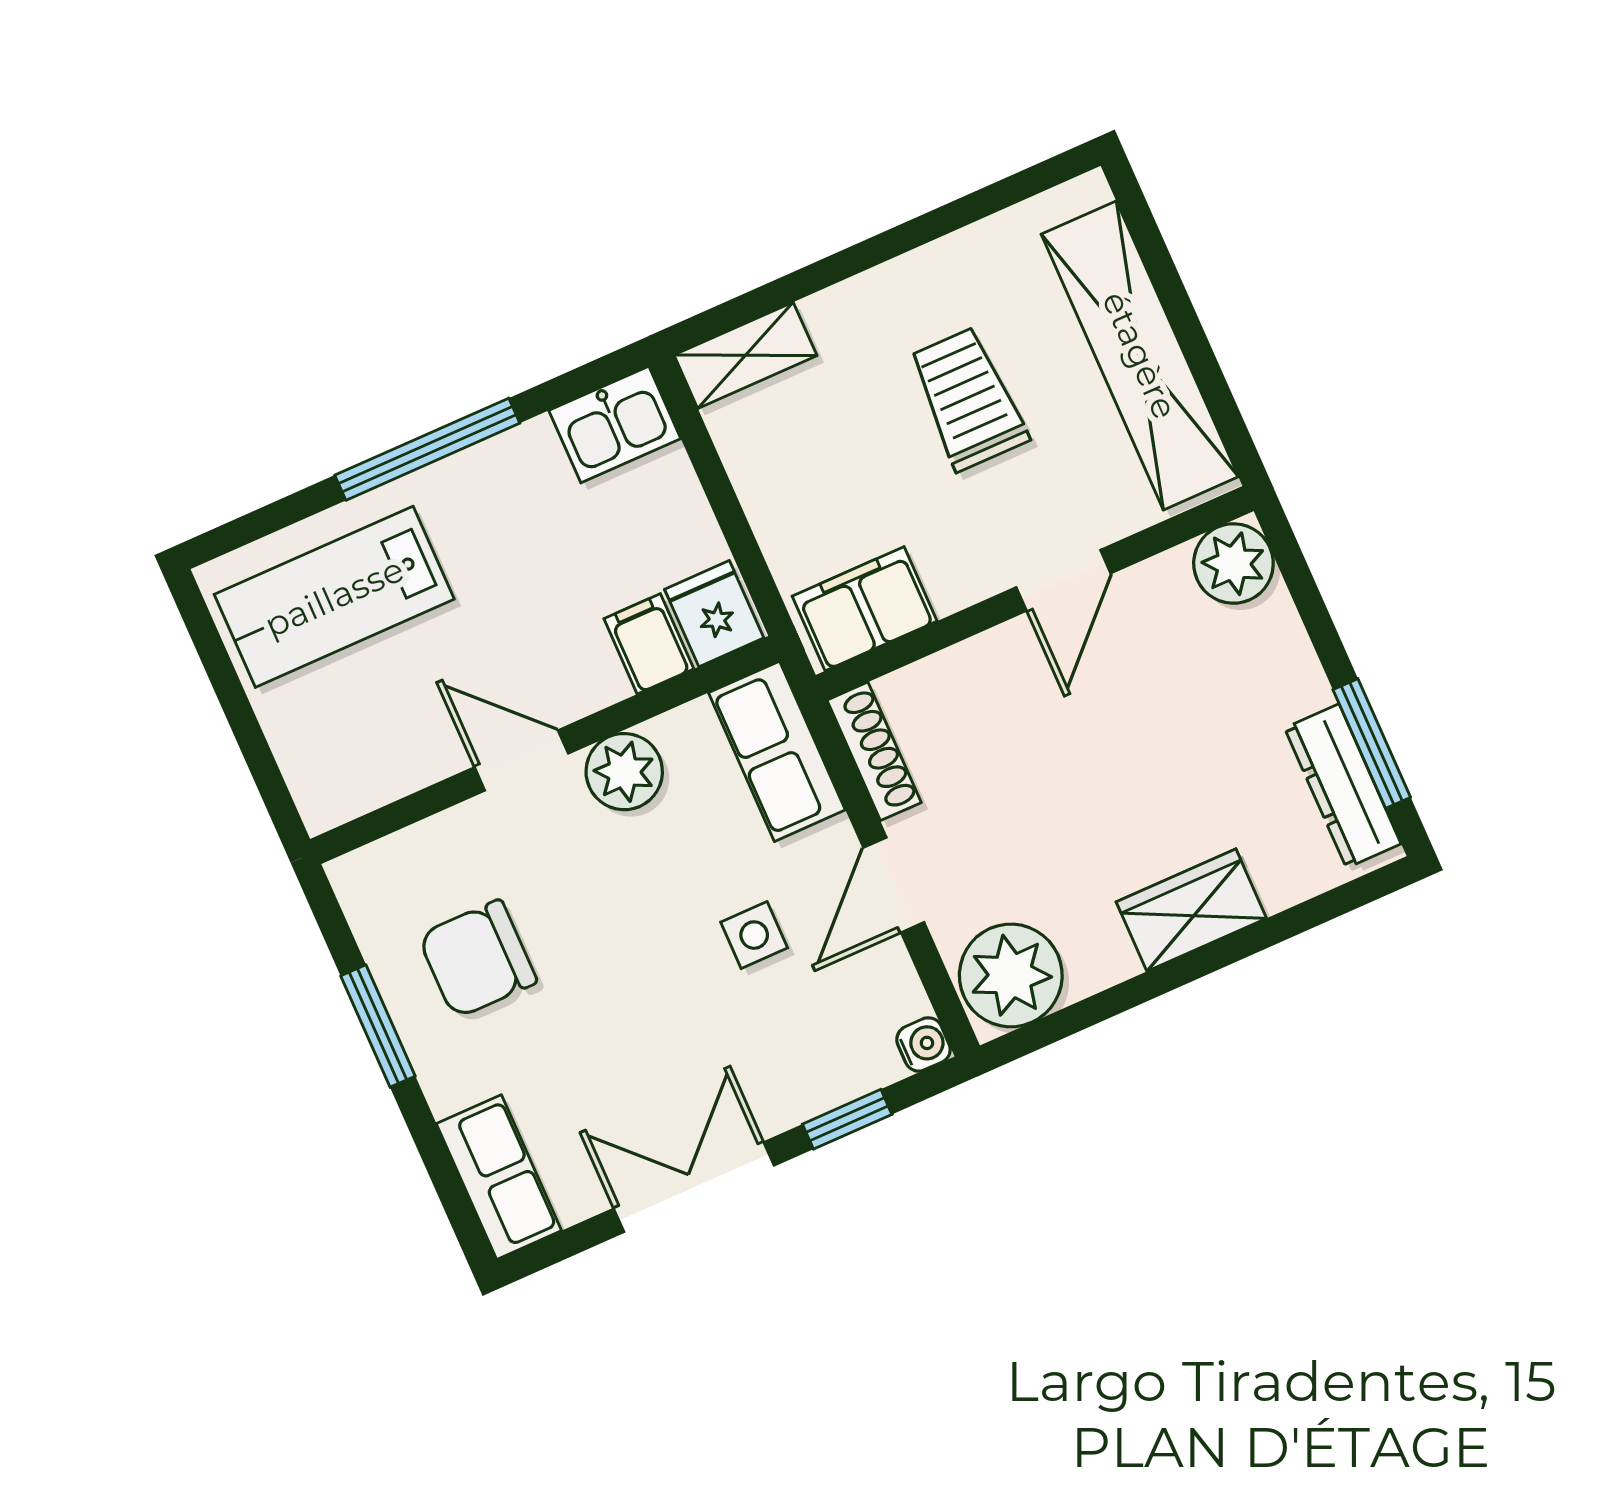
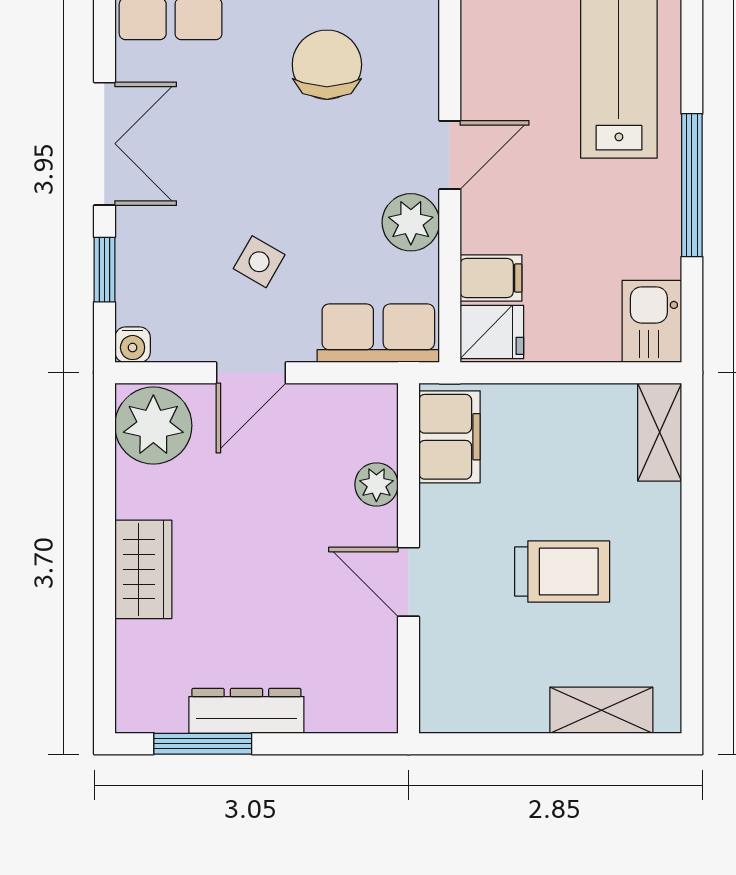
shelving: (1140, 355) -> (601, 710), width x0.45, depth x0.75
plant: (1233, 563) -> (376, 484), moved, width x0.73, depth x0.73
shoe rack: (874, 751) -> (349, 400), removed
dresser: (1343, 786) -> (246, 711), moved
door: (894, 885) -> (251, 373), swing flipped
side table: (754, 935) -> (259, 262), turned 30

